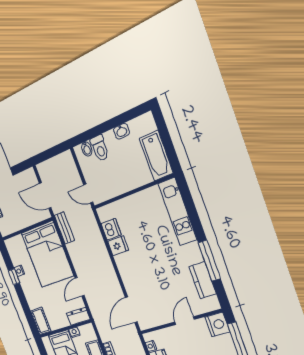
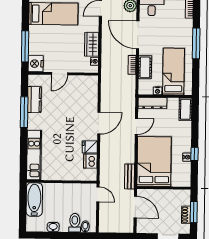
door: (131, 310) -> (99, 123), moved
dresser: (78, 316) -> (152, 103), width x1.44

